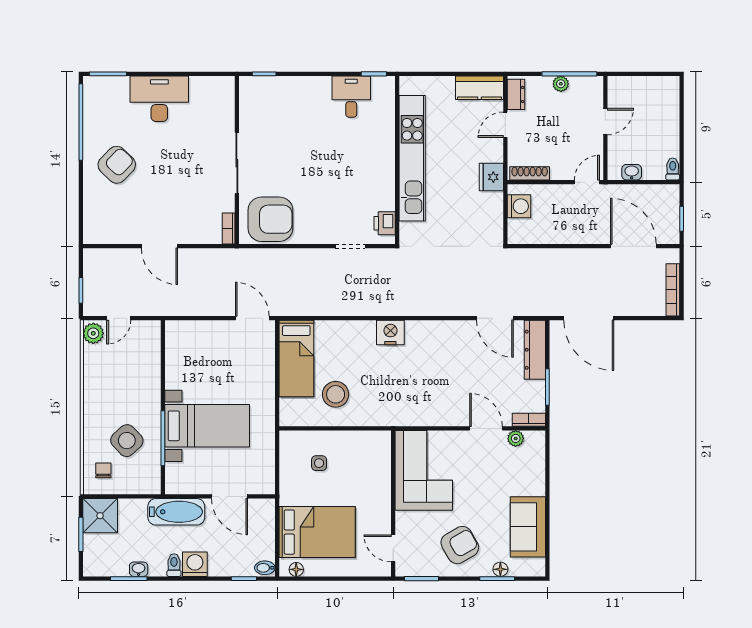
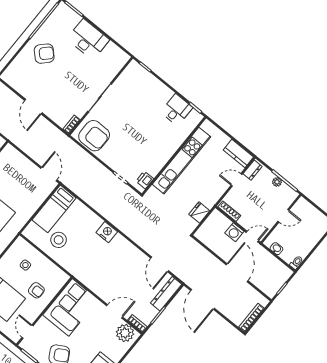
fridge: (491, 177) -> (199, 213), moved
washing machine: (519, 206) -> (234, 232), moved, turned 90
door: (633, 246) -> (237, 273), moved
door: (486, 428) -> (115, 311), hinge flipped
plant: (516, 438) -> (125, 333), width x1.87, depth x1.87
armchair: (360, 484) -> (36, 290), added

